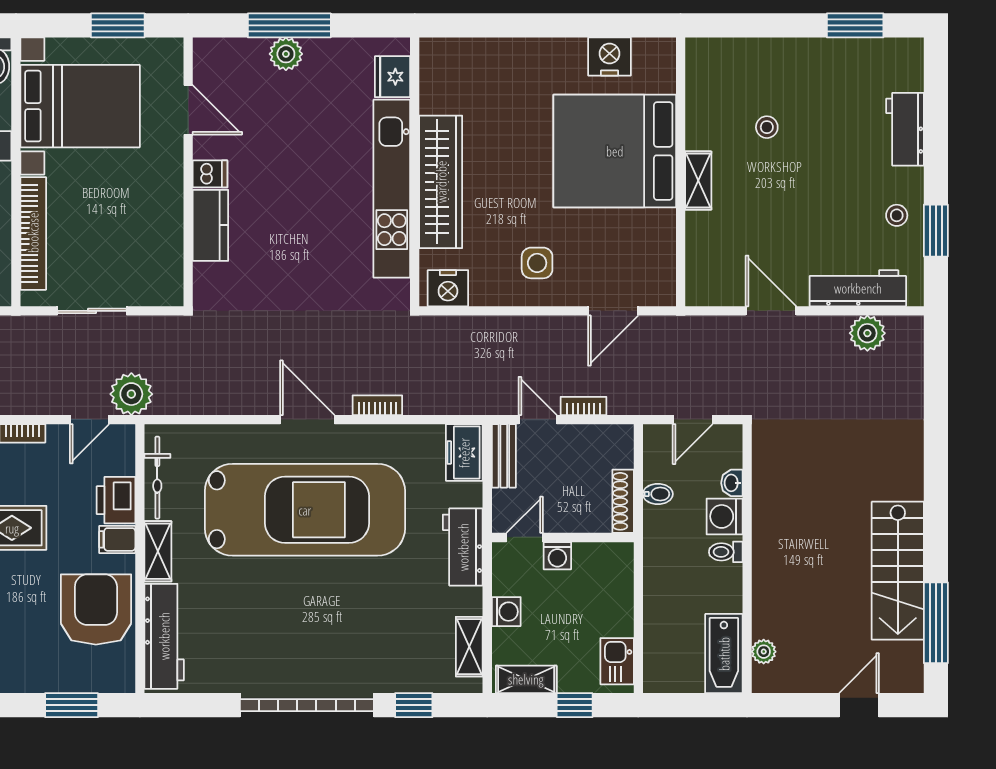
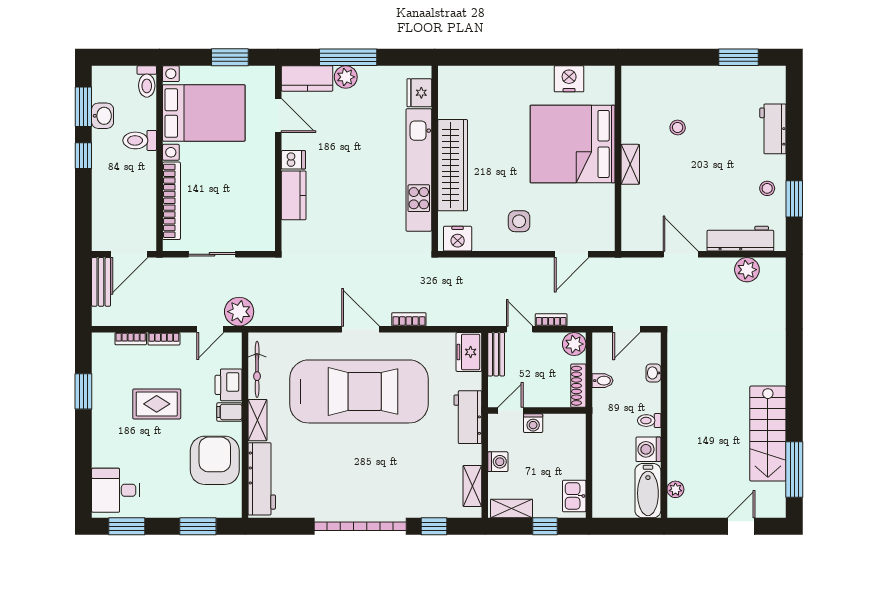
kitchen counter: (230, 56) -> (307, 78), added
plant: (617, 441) -> (574, 344), added
washing machine: (725, 516) -> (648, 449), moved

